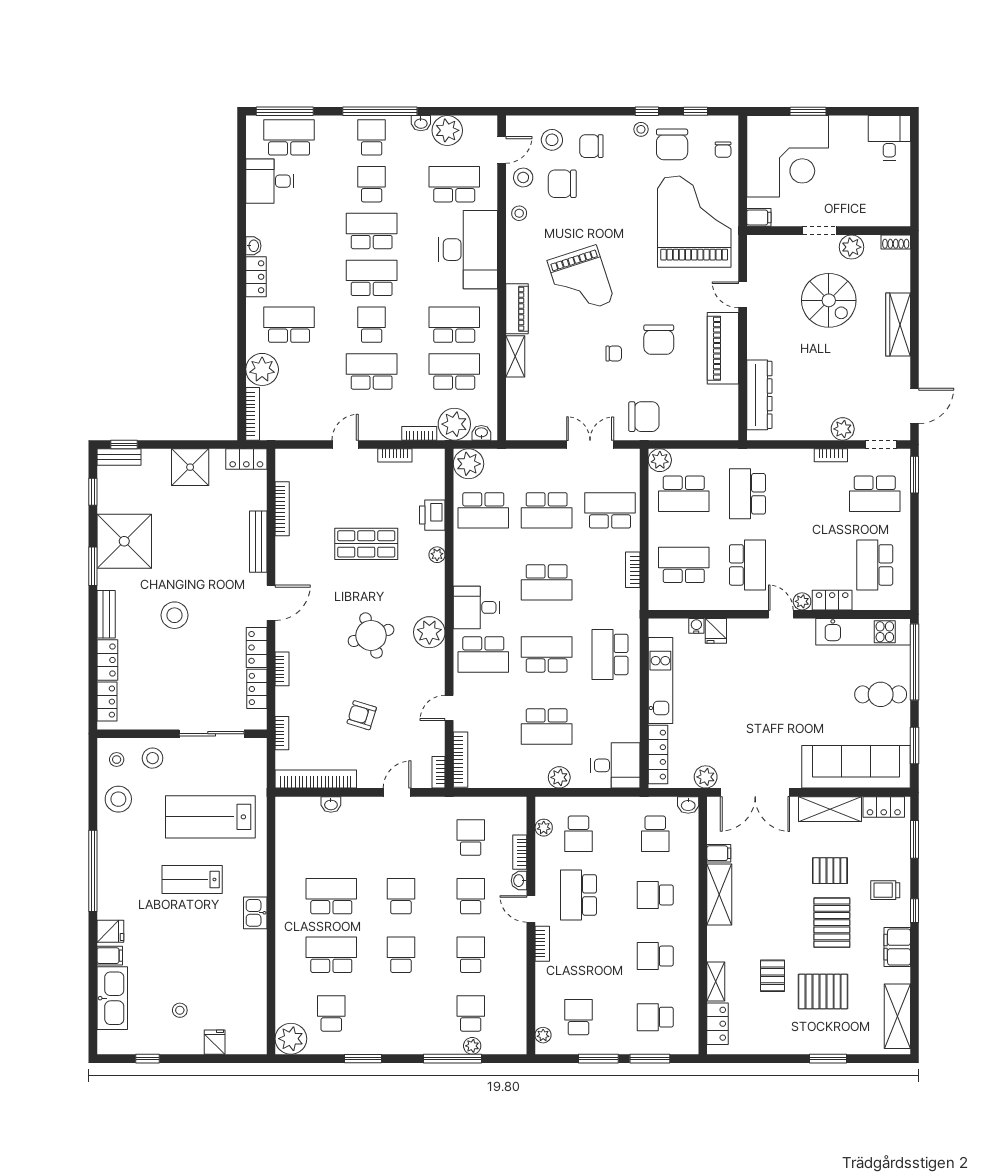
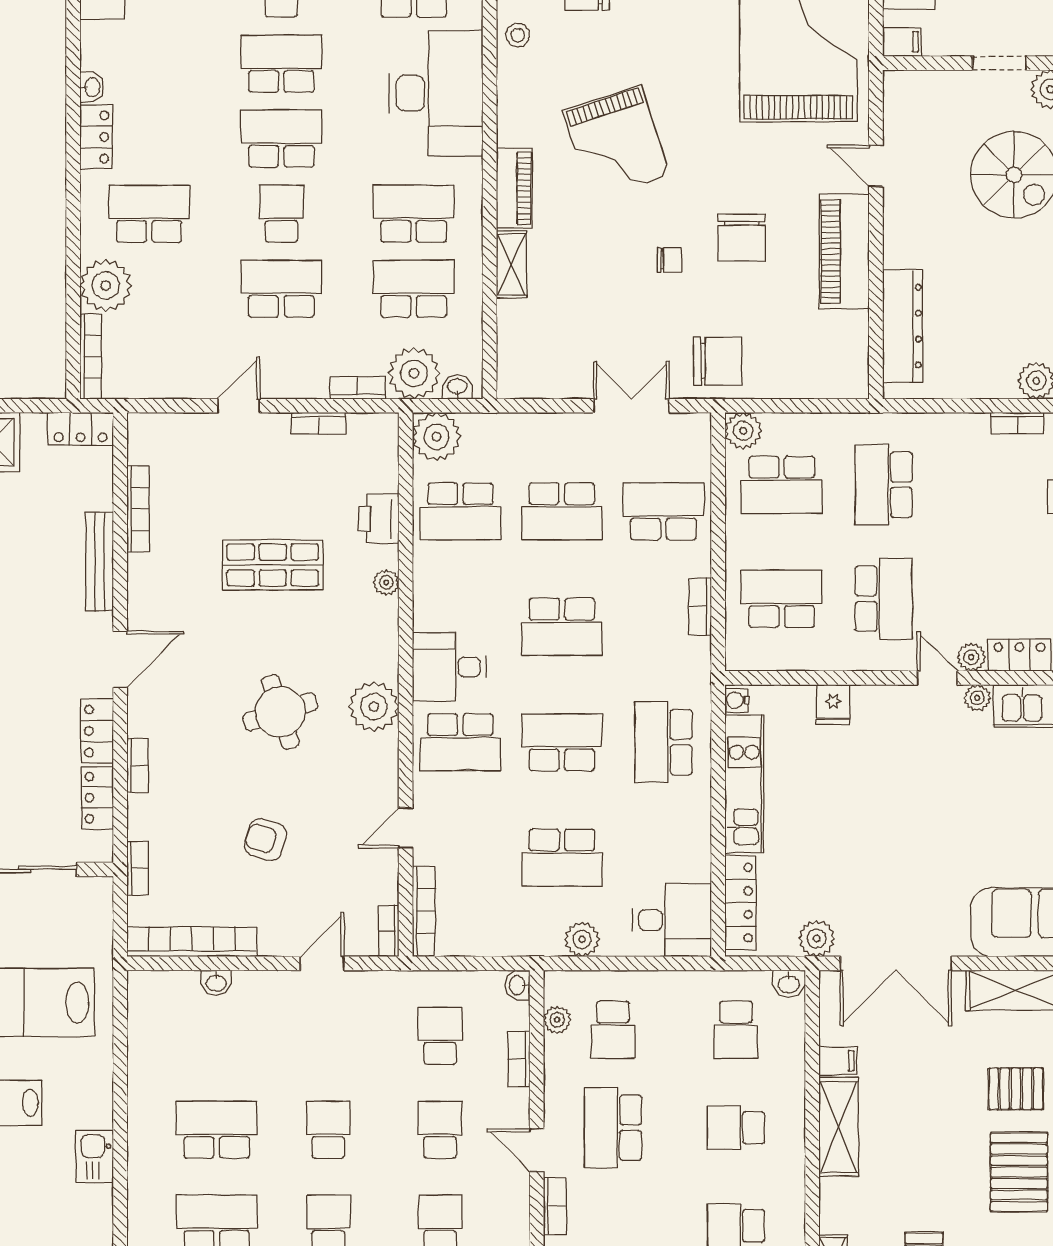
water cooler: (696, 626) -> (737, 700), moved, turned -90
plant: (806, 627) -> (977, 698), added
washbasin: (519, 881) -> (518, 985), moved

